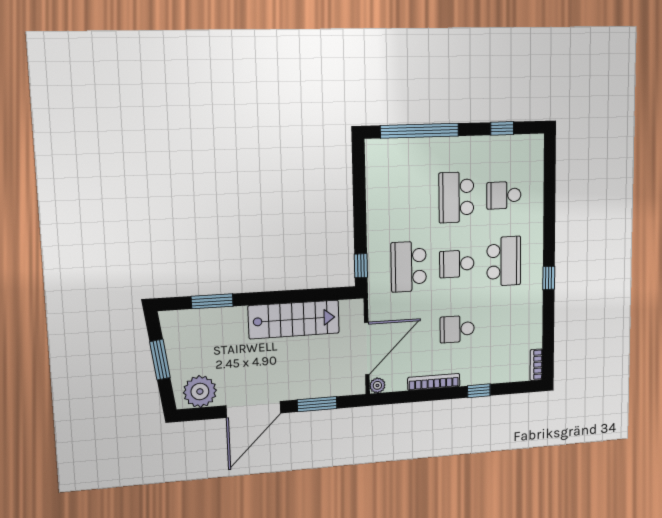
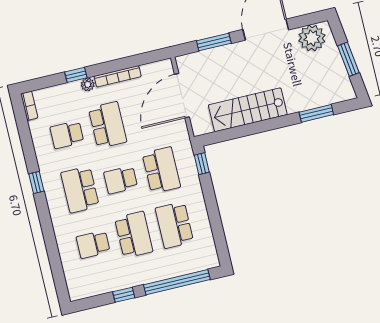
window: (502, 128) -> (124, 295), moved
school desk: (504, 195) -> (93, 244), turned 180
school desk: (408, 199) -> (174, 225), added
school desk: (457, 264) -> (121, 180), turned 180
school desk: (504, 326) -> (67, 135), added
school desk: (457, 329) -> (108, 125), width x1.85
plant: (377, 385) -> (88, 84), moved

